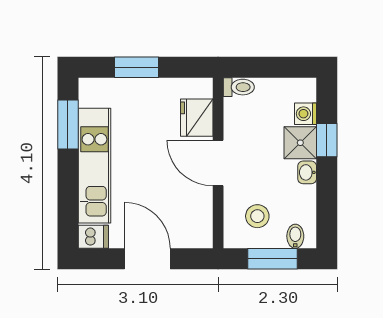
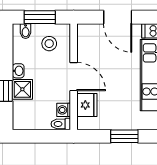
washing machine: (306, 114) -> (64, 110), moved, turned 180

